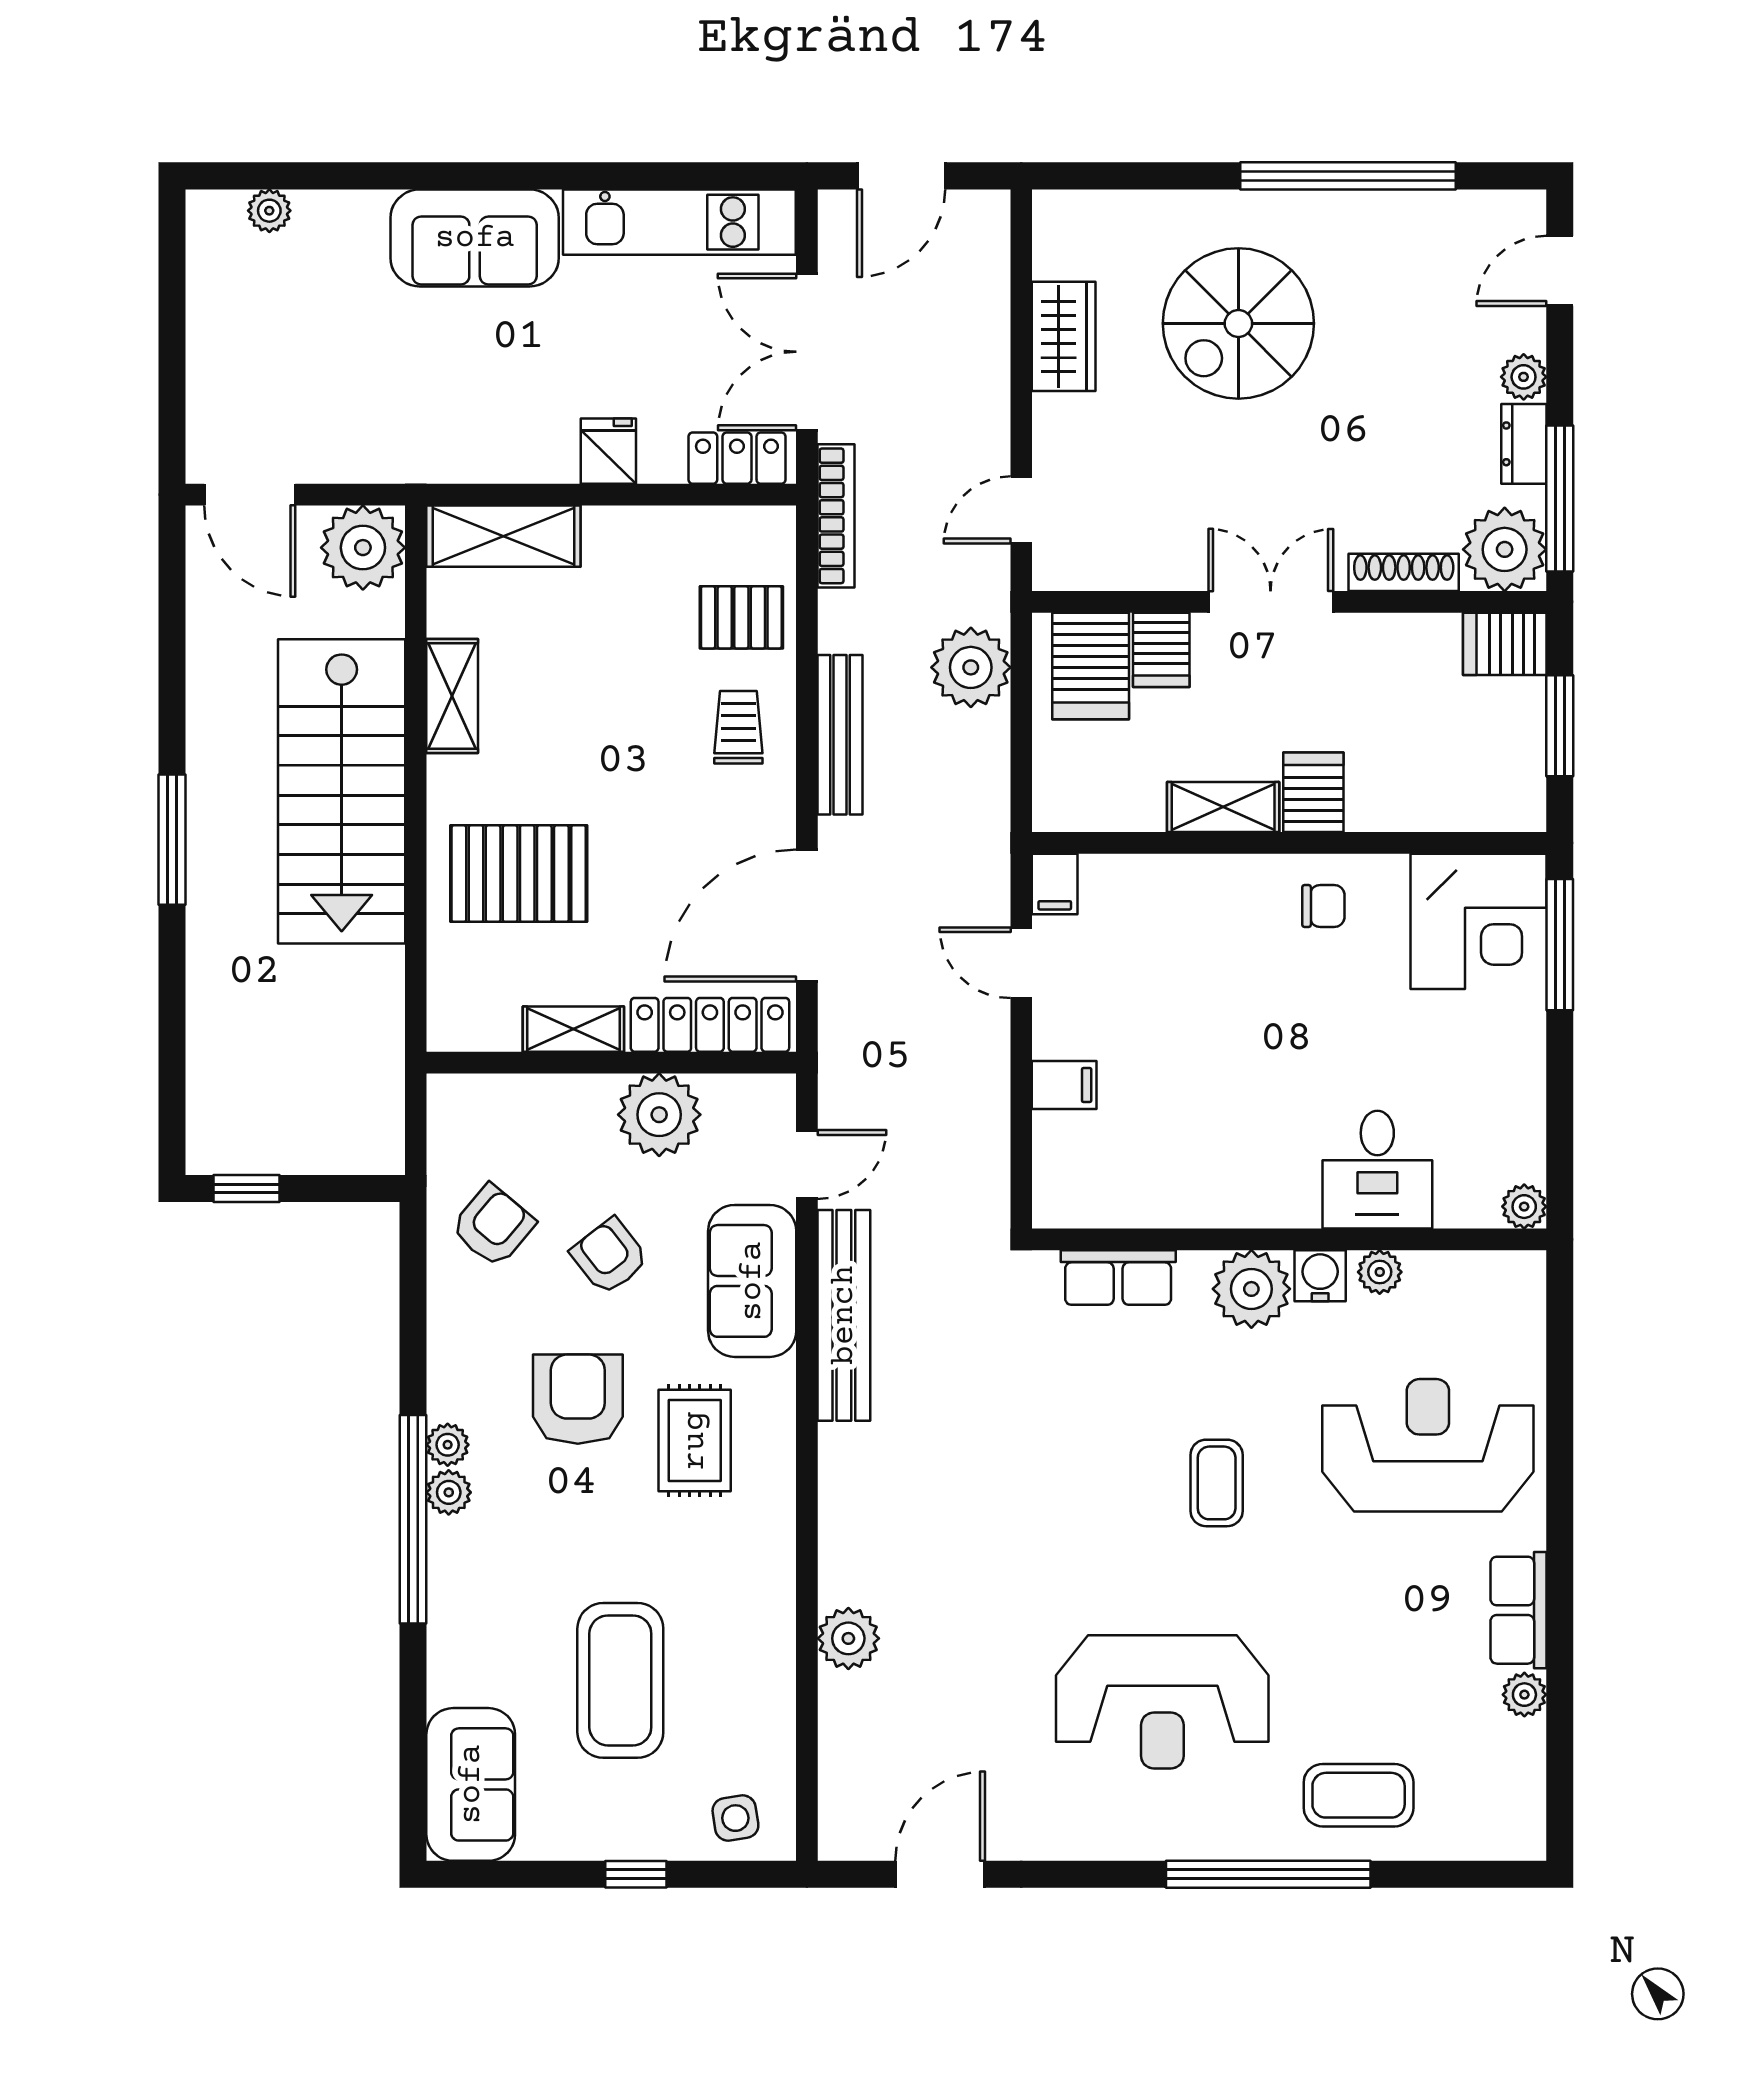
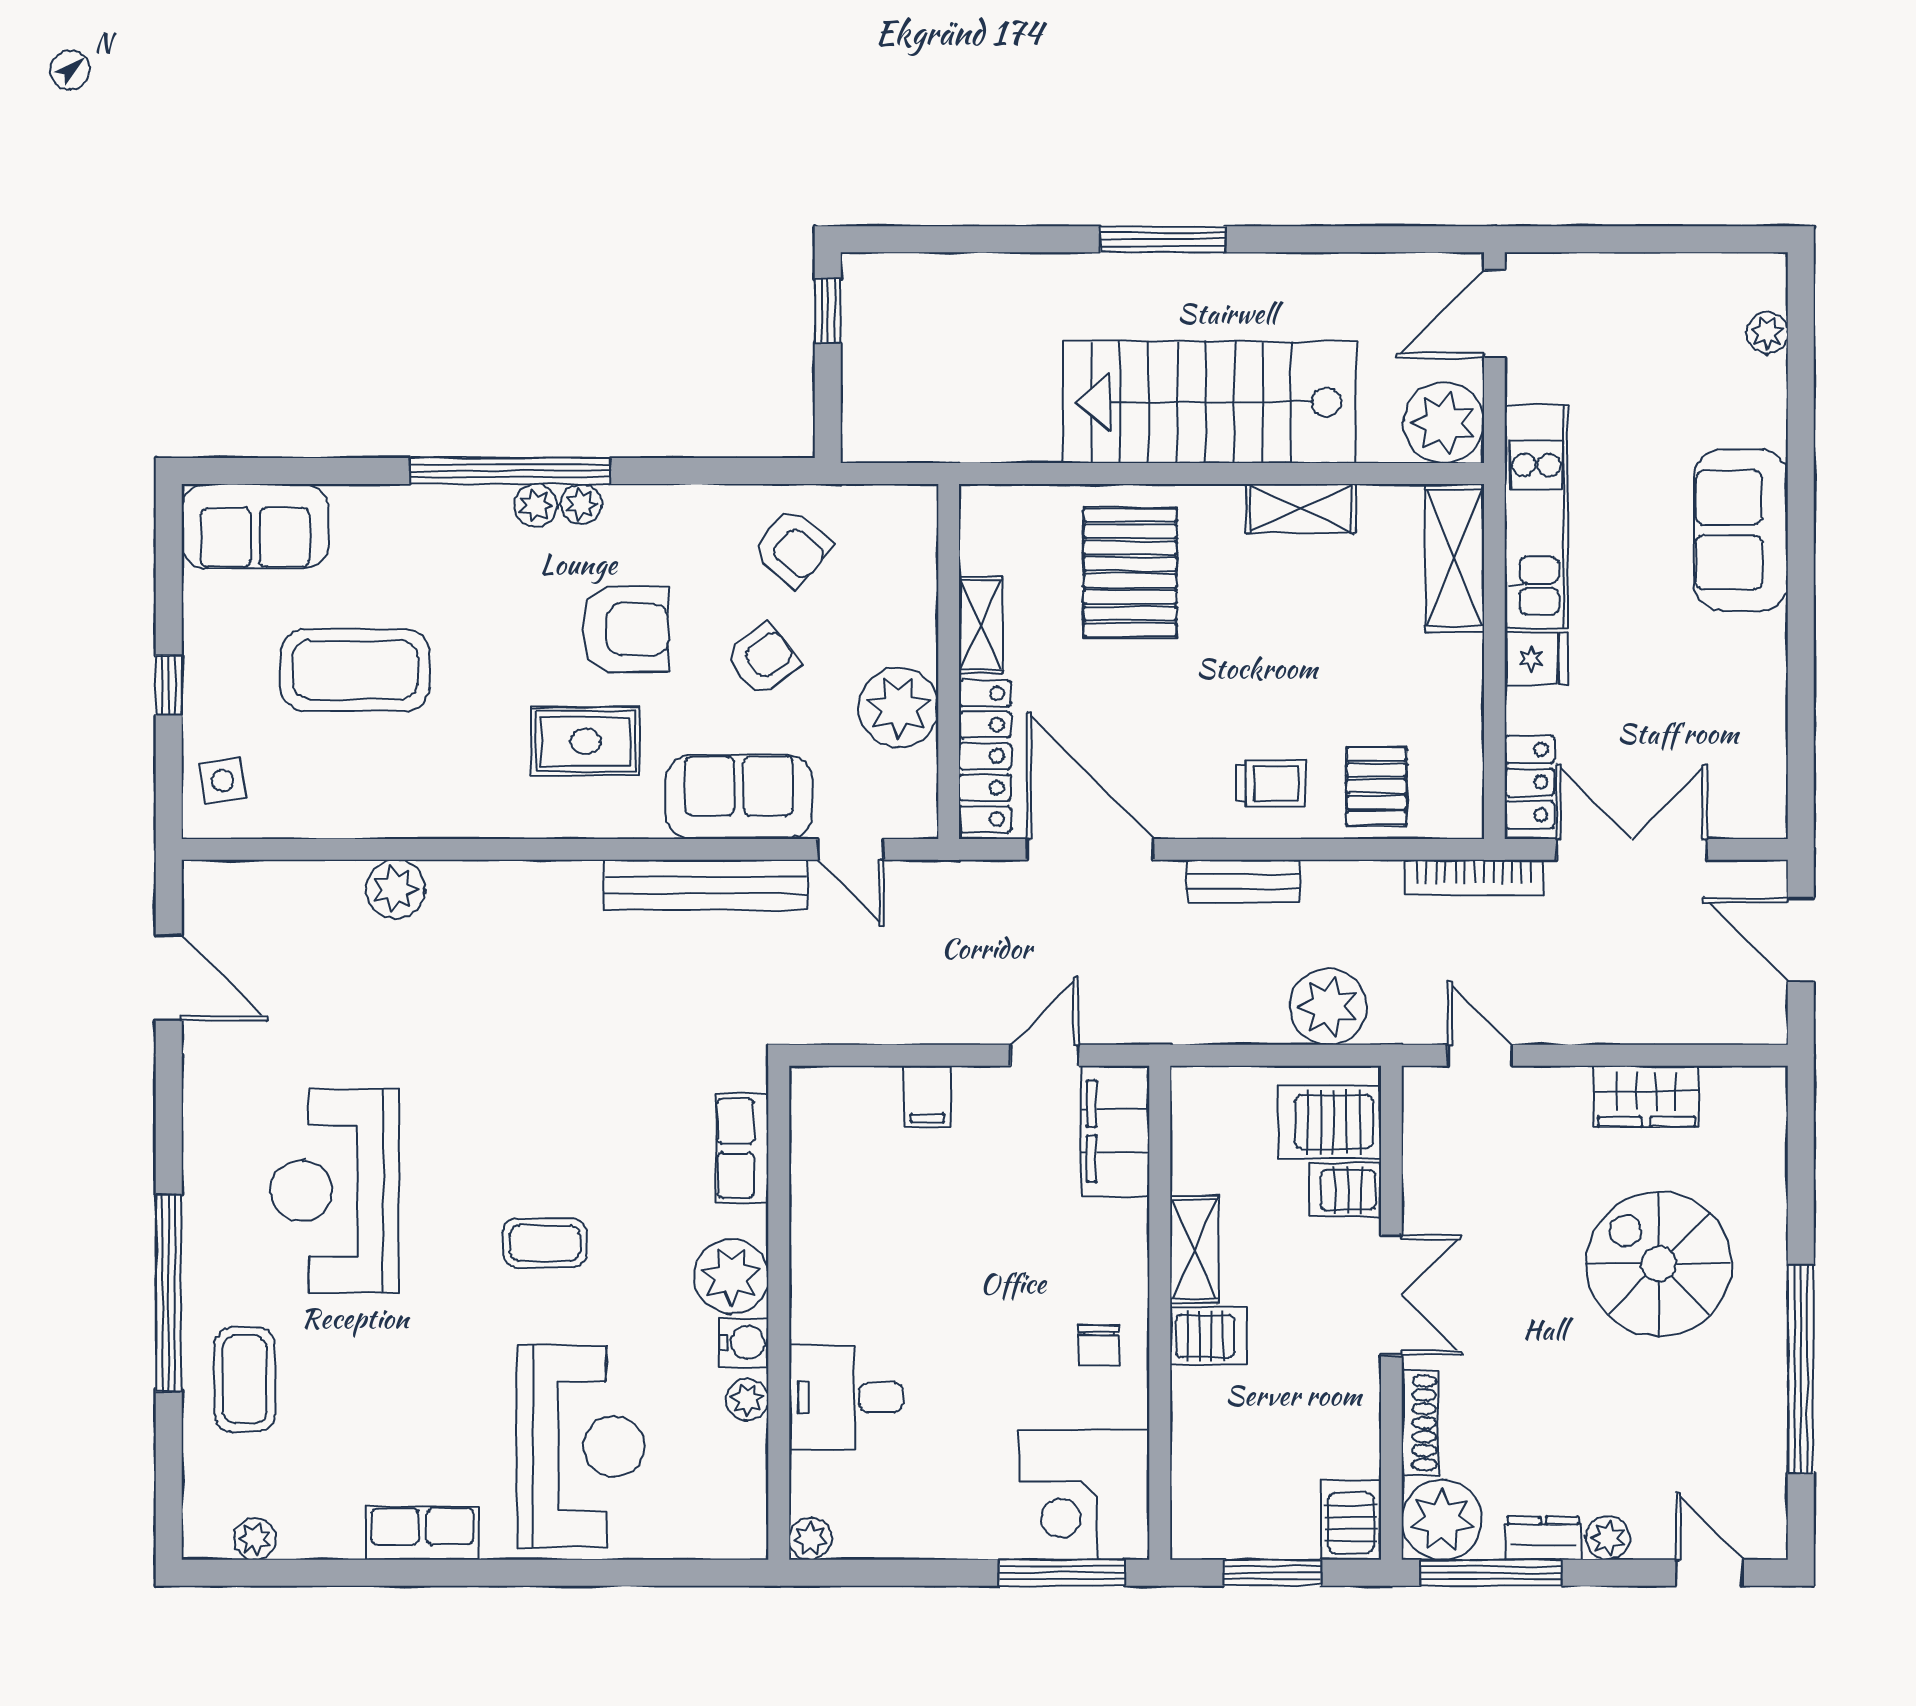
kitchen unit: (679, 222) -> (1536, 516), moved, turned 180
bench: (840, 735) -> (1243, 881), width x0.73
filing cabinet: (1055, 884) -> (1115, 1131), width x3.00, depth x1.17
plant: (1524, 1695) -> (255, 1539), moved

